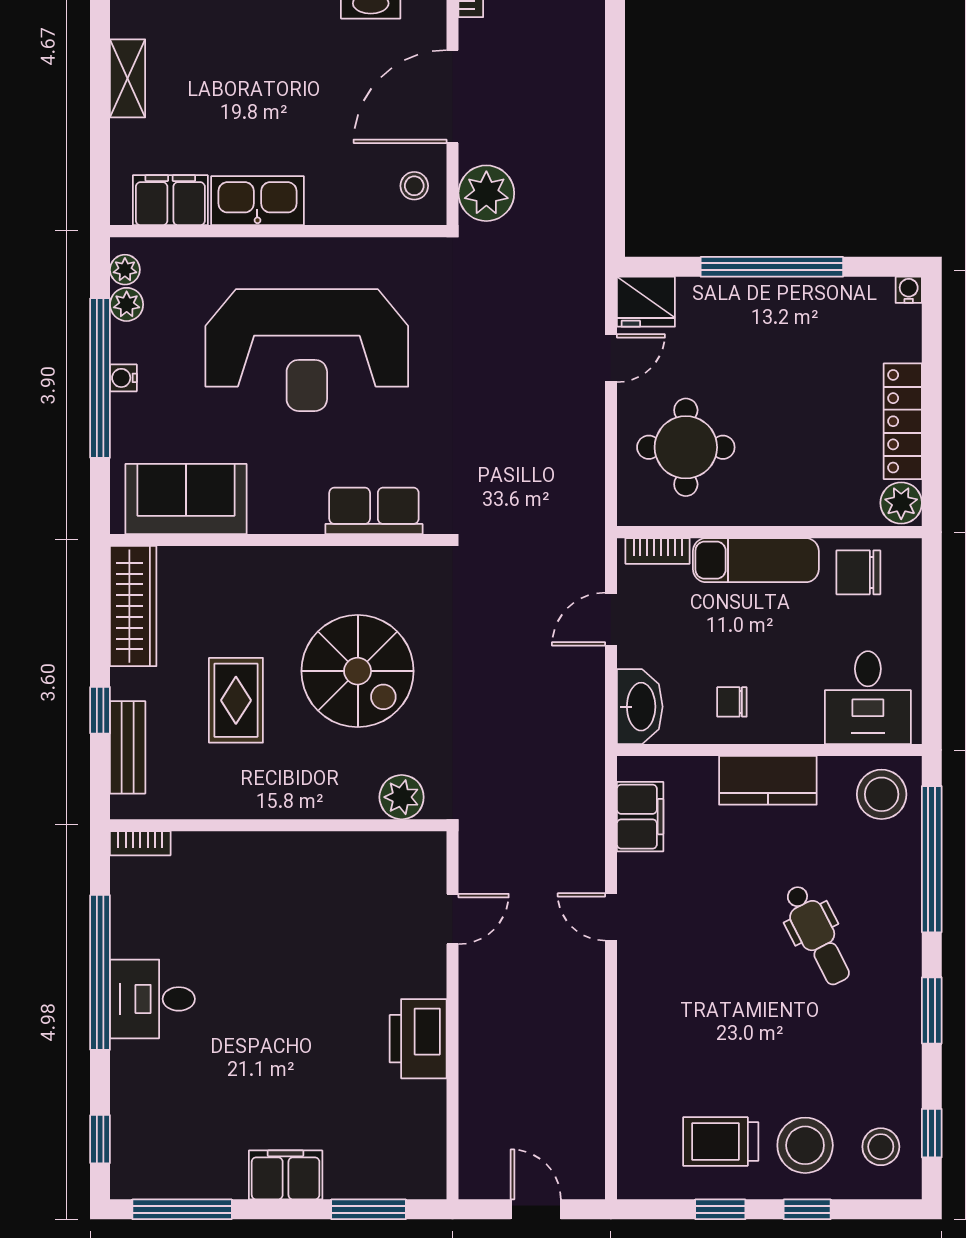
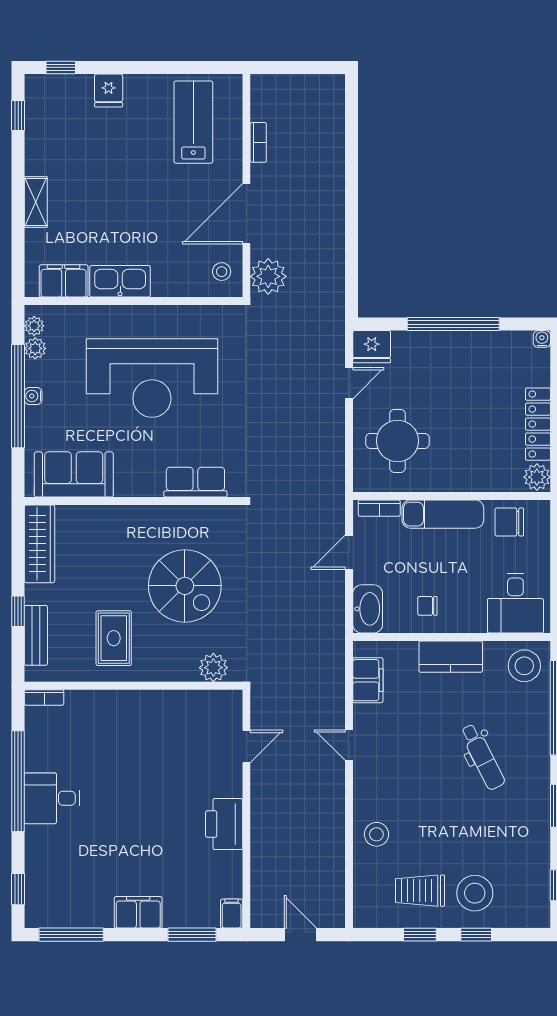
rug: (236, 700) -> (114, 638), moved
stool: (881, 1147) -> (376, 834), moved
filing cabinet: (430, 1177) -> (232, 914), added

